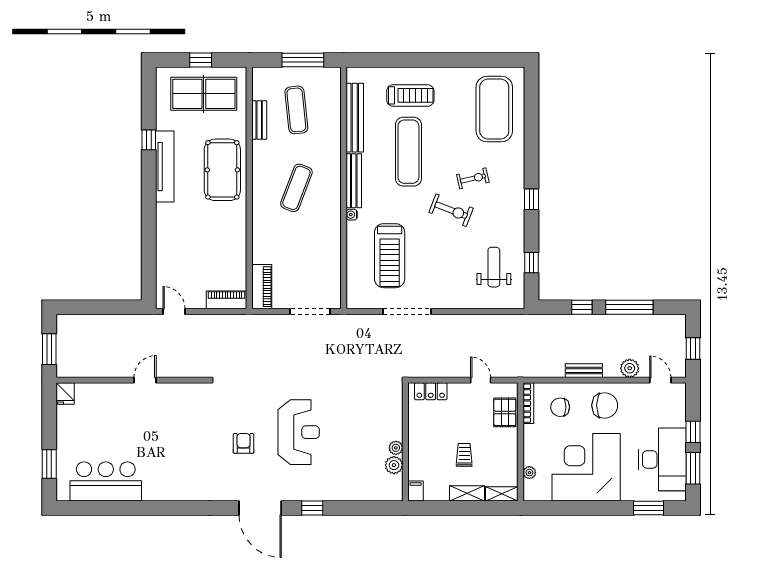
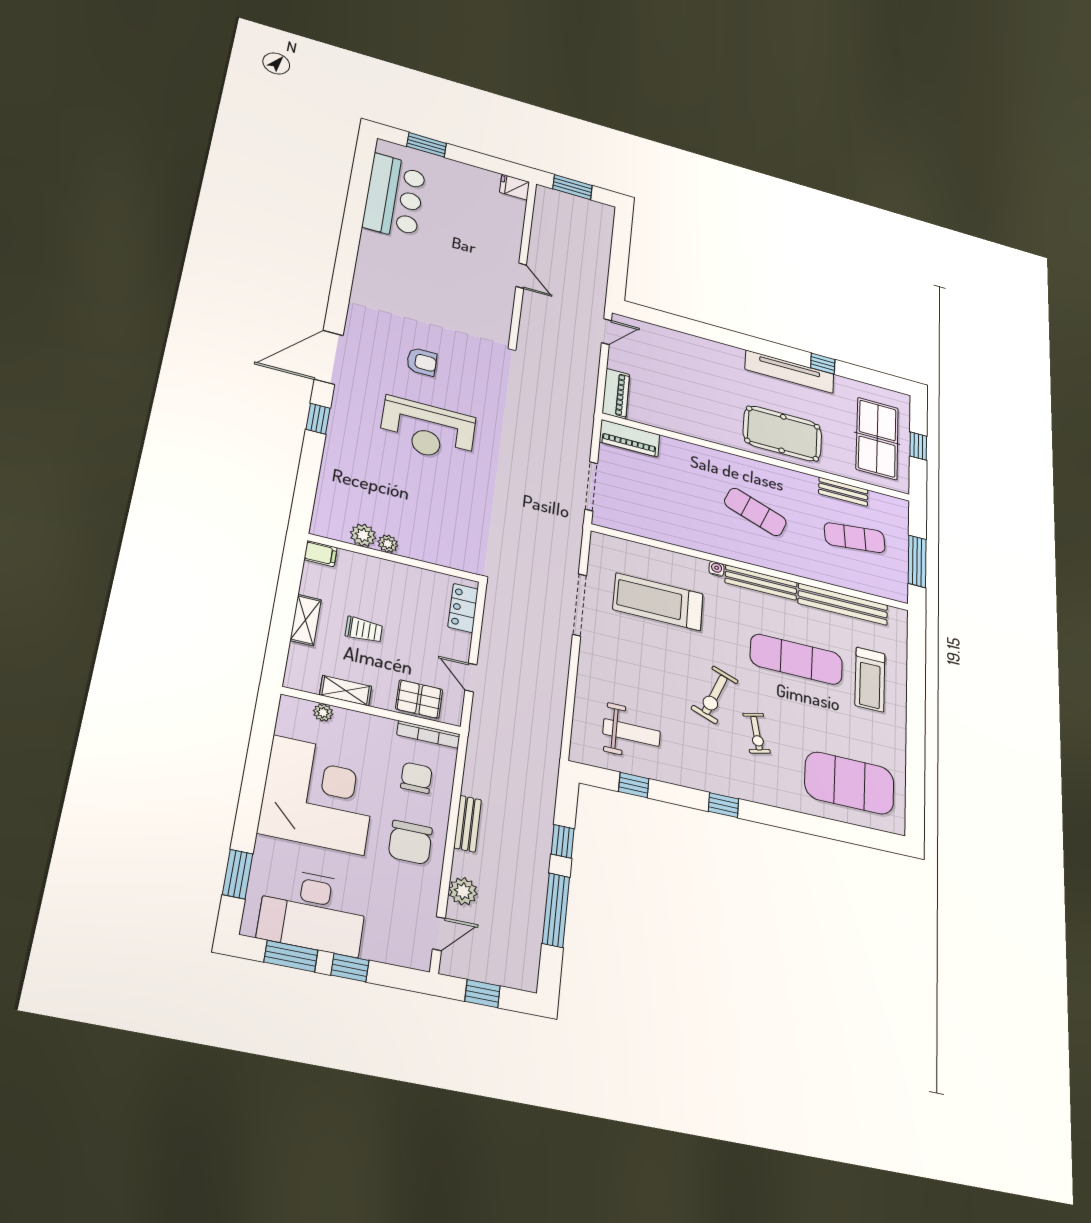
door: (481, 380) -> (471, 678), swing flipped
shelving: (502, 494) -> (346, 691), moved, turned 90

